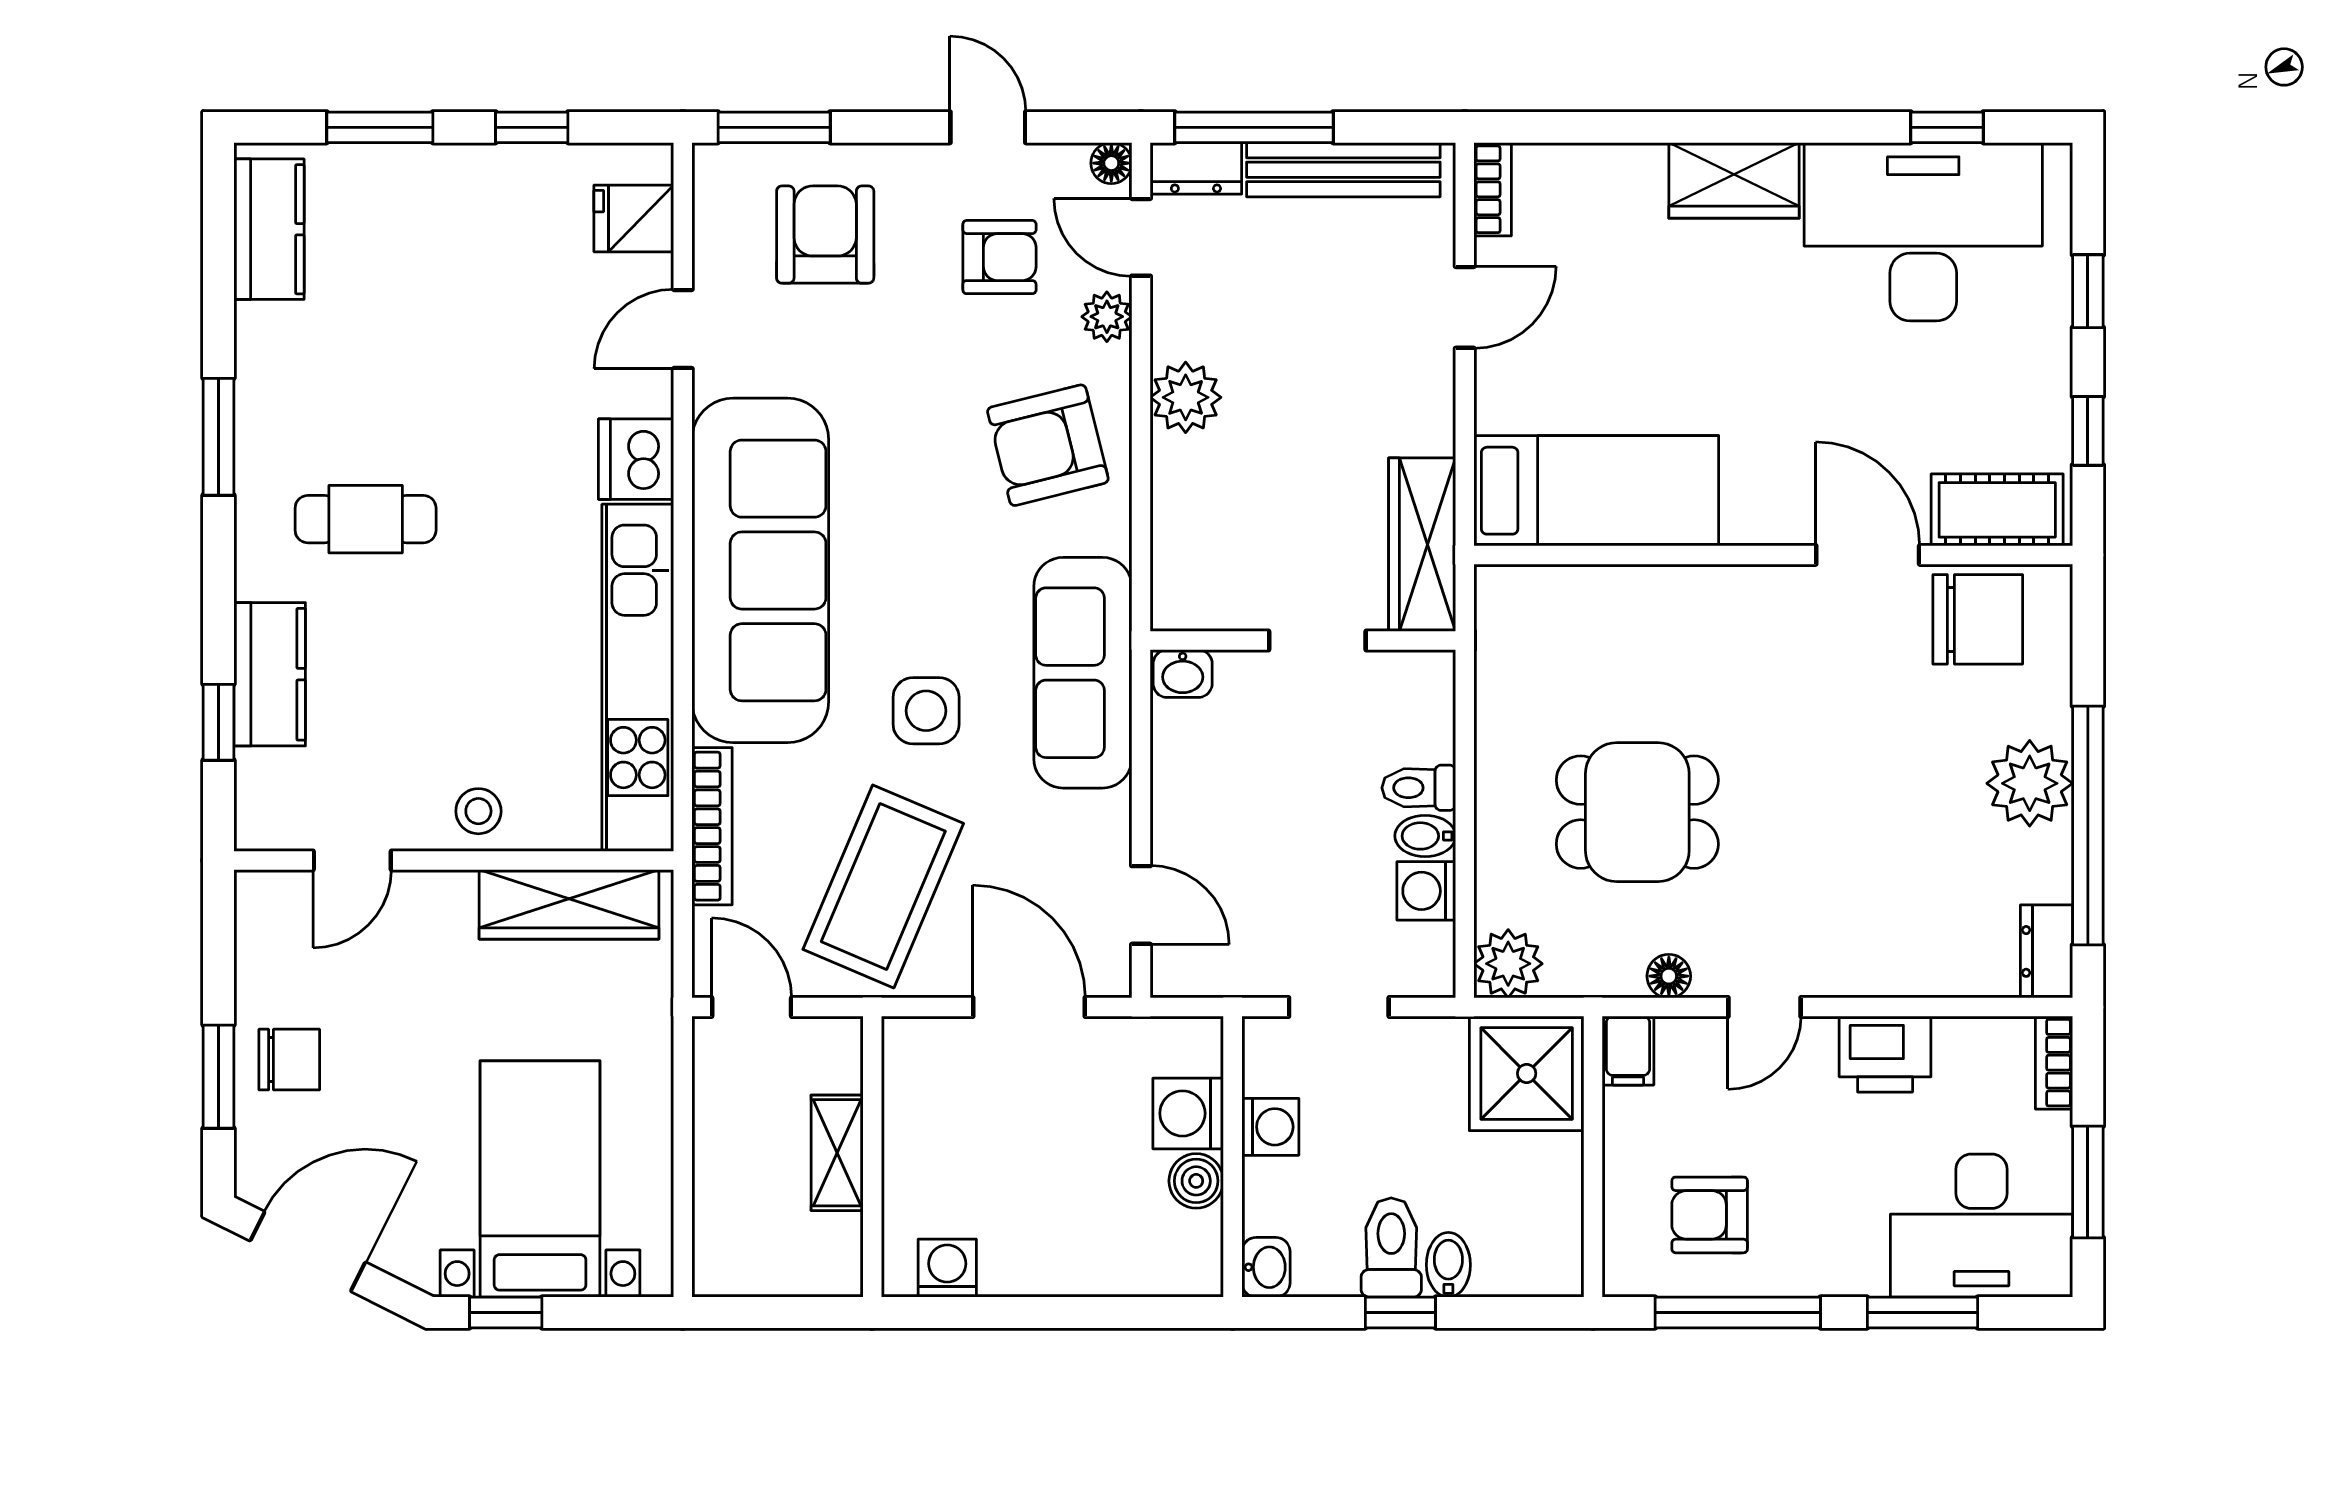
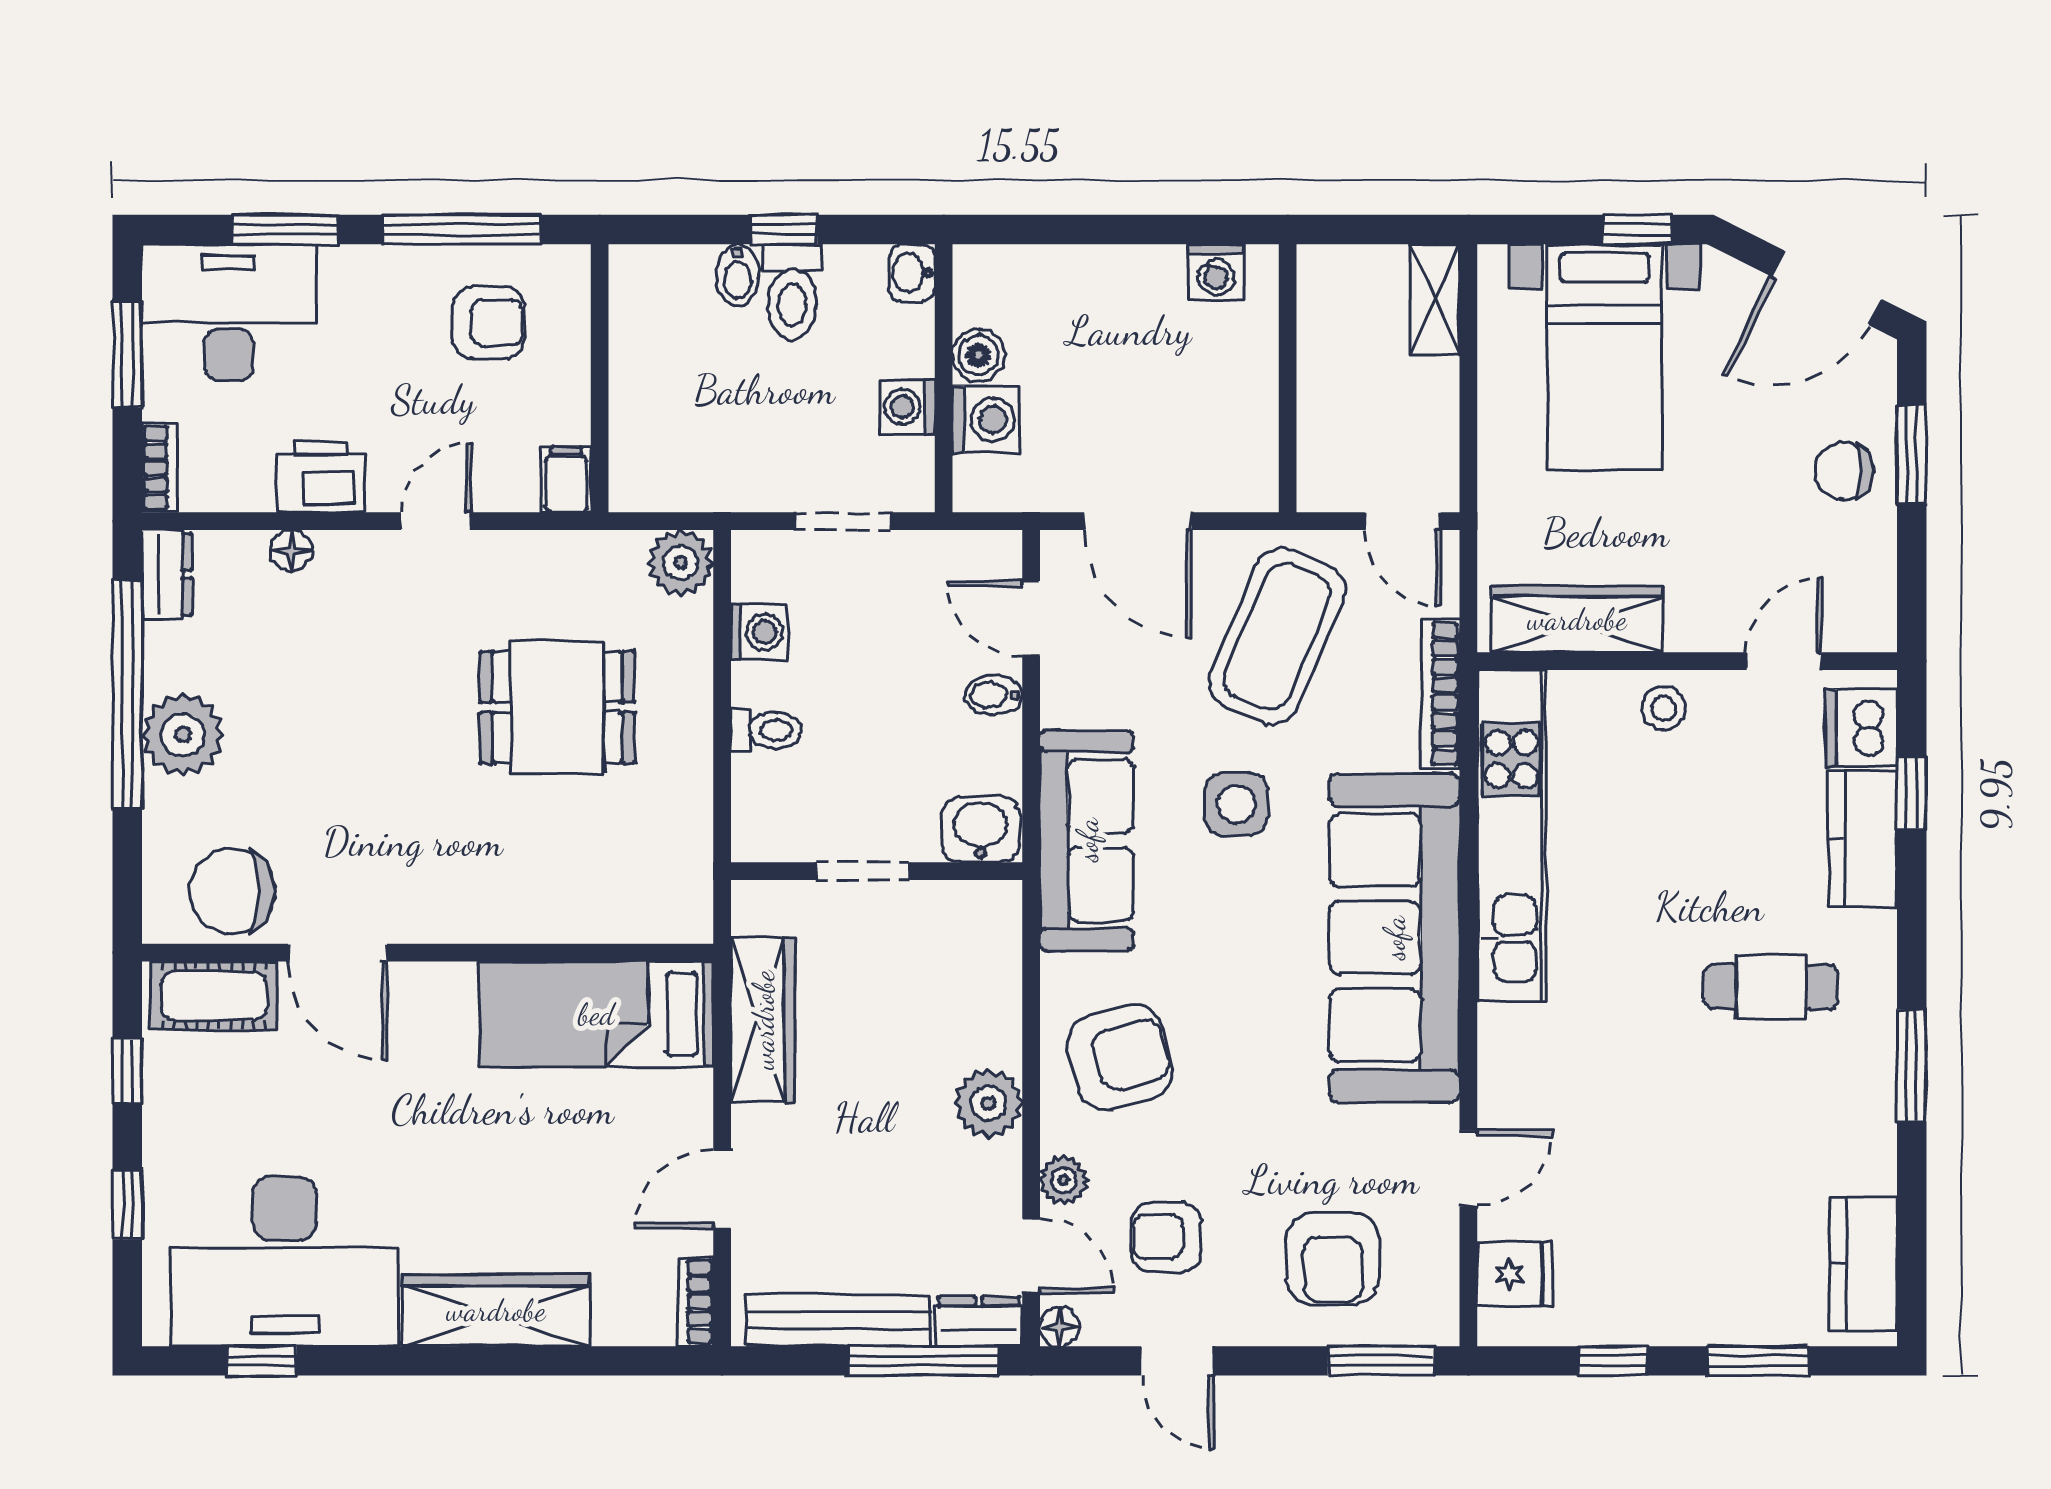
wardrobe: (1734, 180) -> (496, 1310), width x1.50
dishwasher: (636, 459) -> (1861, 727), moved, turned 180
wardrobe: (1422, 545) -> (763, 1020), moved
washbasin: (1183, 674) -> (981, 829), width x1.38, depth x1.45
bidet: (1425, 836) -> (993, 695), moved, turned 180
floor lamp: (1669, 976) -> (291, 551), moved
shower: (1527, 1073) -> (663, 458), removed
shelving: (837, 1153) -> (1435, 299), moved

